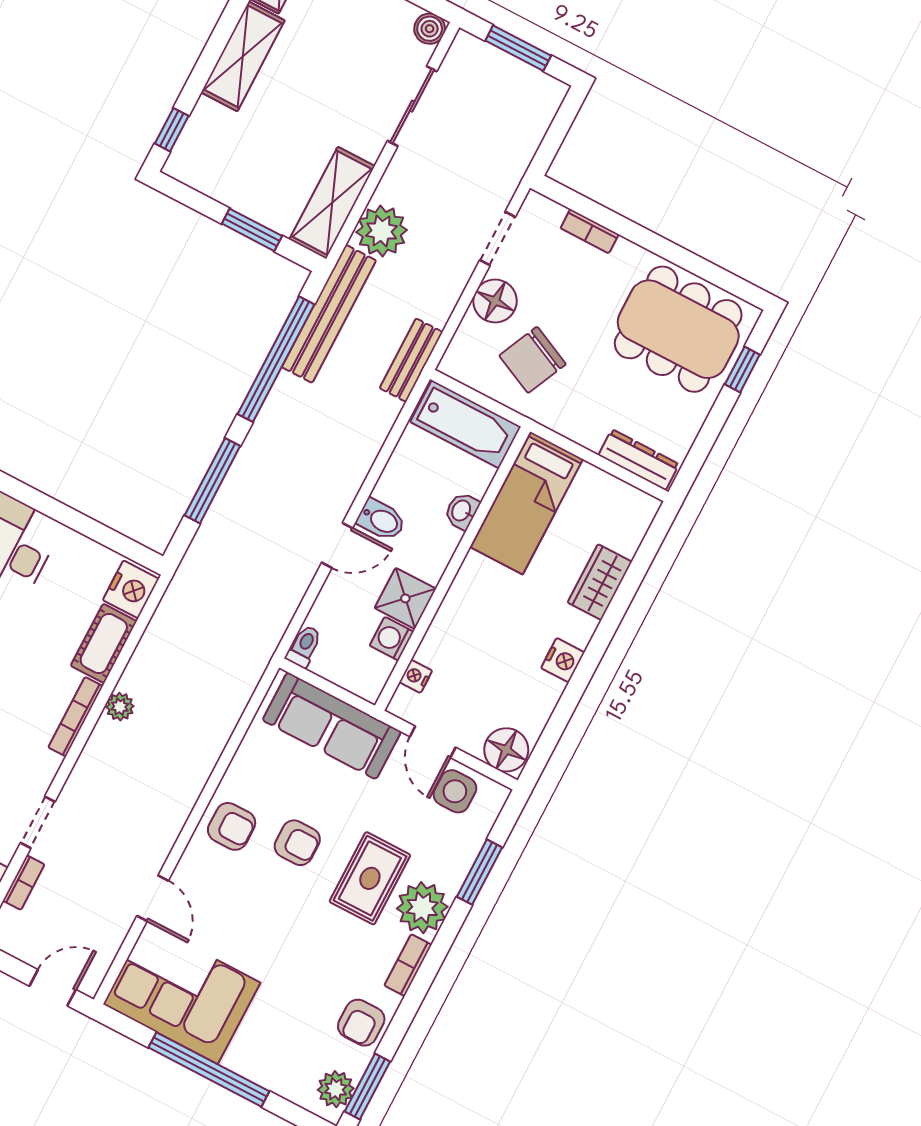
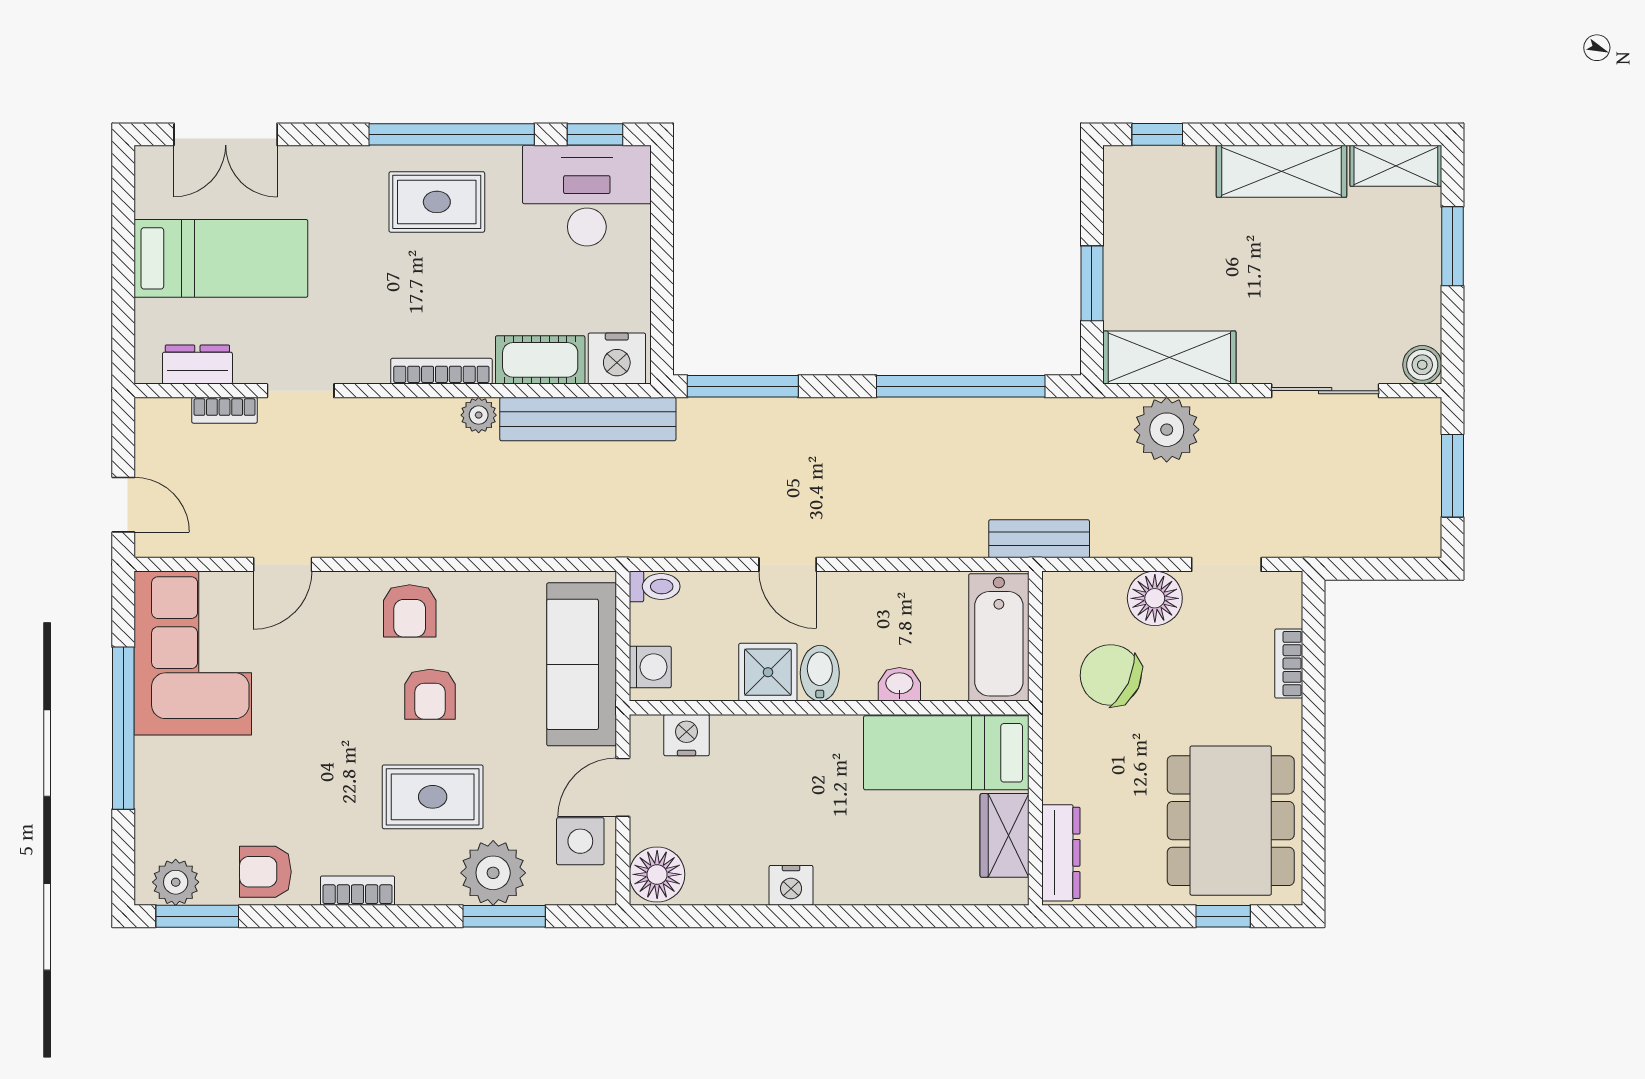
bench: (329, 314) -> (588, 419), moved
window: (212, 481) -> (743, 386), moved
bidet: (381, 520) -> (820, 673), moved, turned 180
wardrobe: (600, 582) -> (1005, 835), moved, turned -90
washing machine: (392, 639) -> (650, 667), moved, turned 90
nightstand: (416, 676) -> (687, 735), width x1.39, depth x1.35
plant: (422, 908) -> (493, 873), moved

